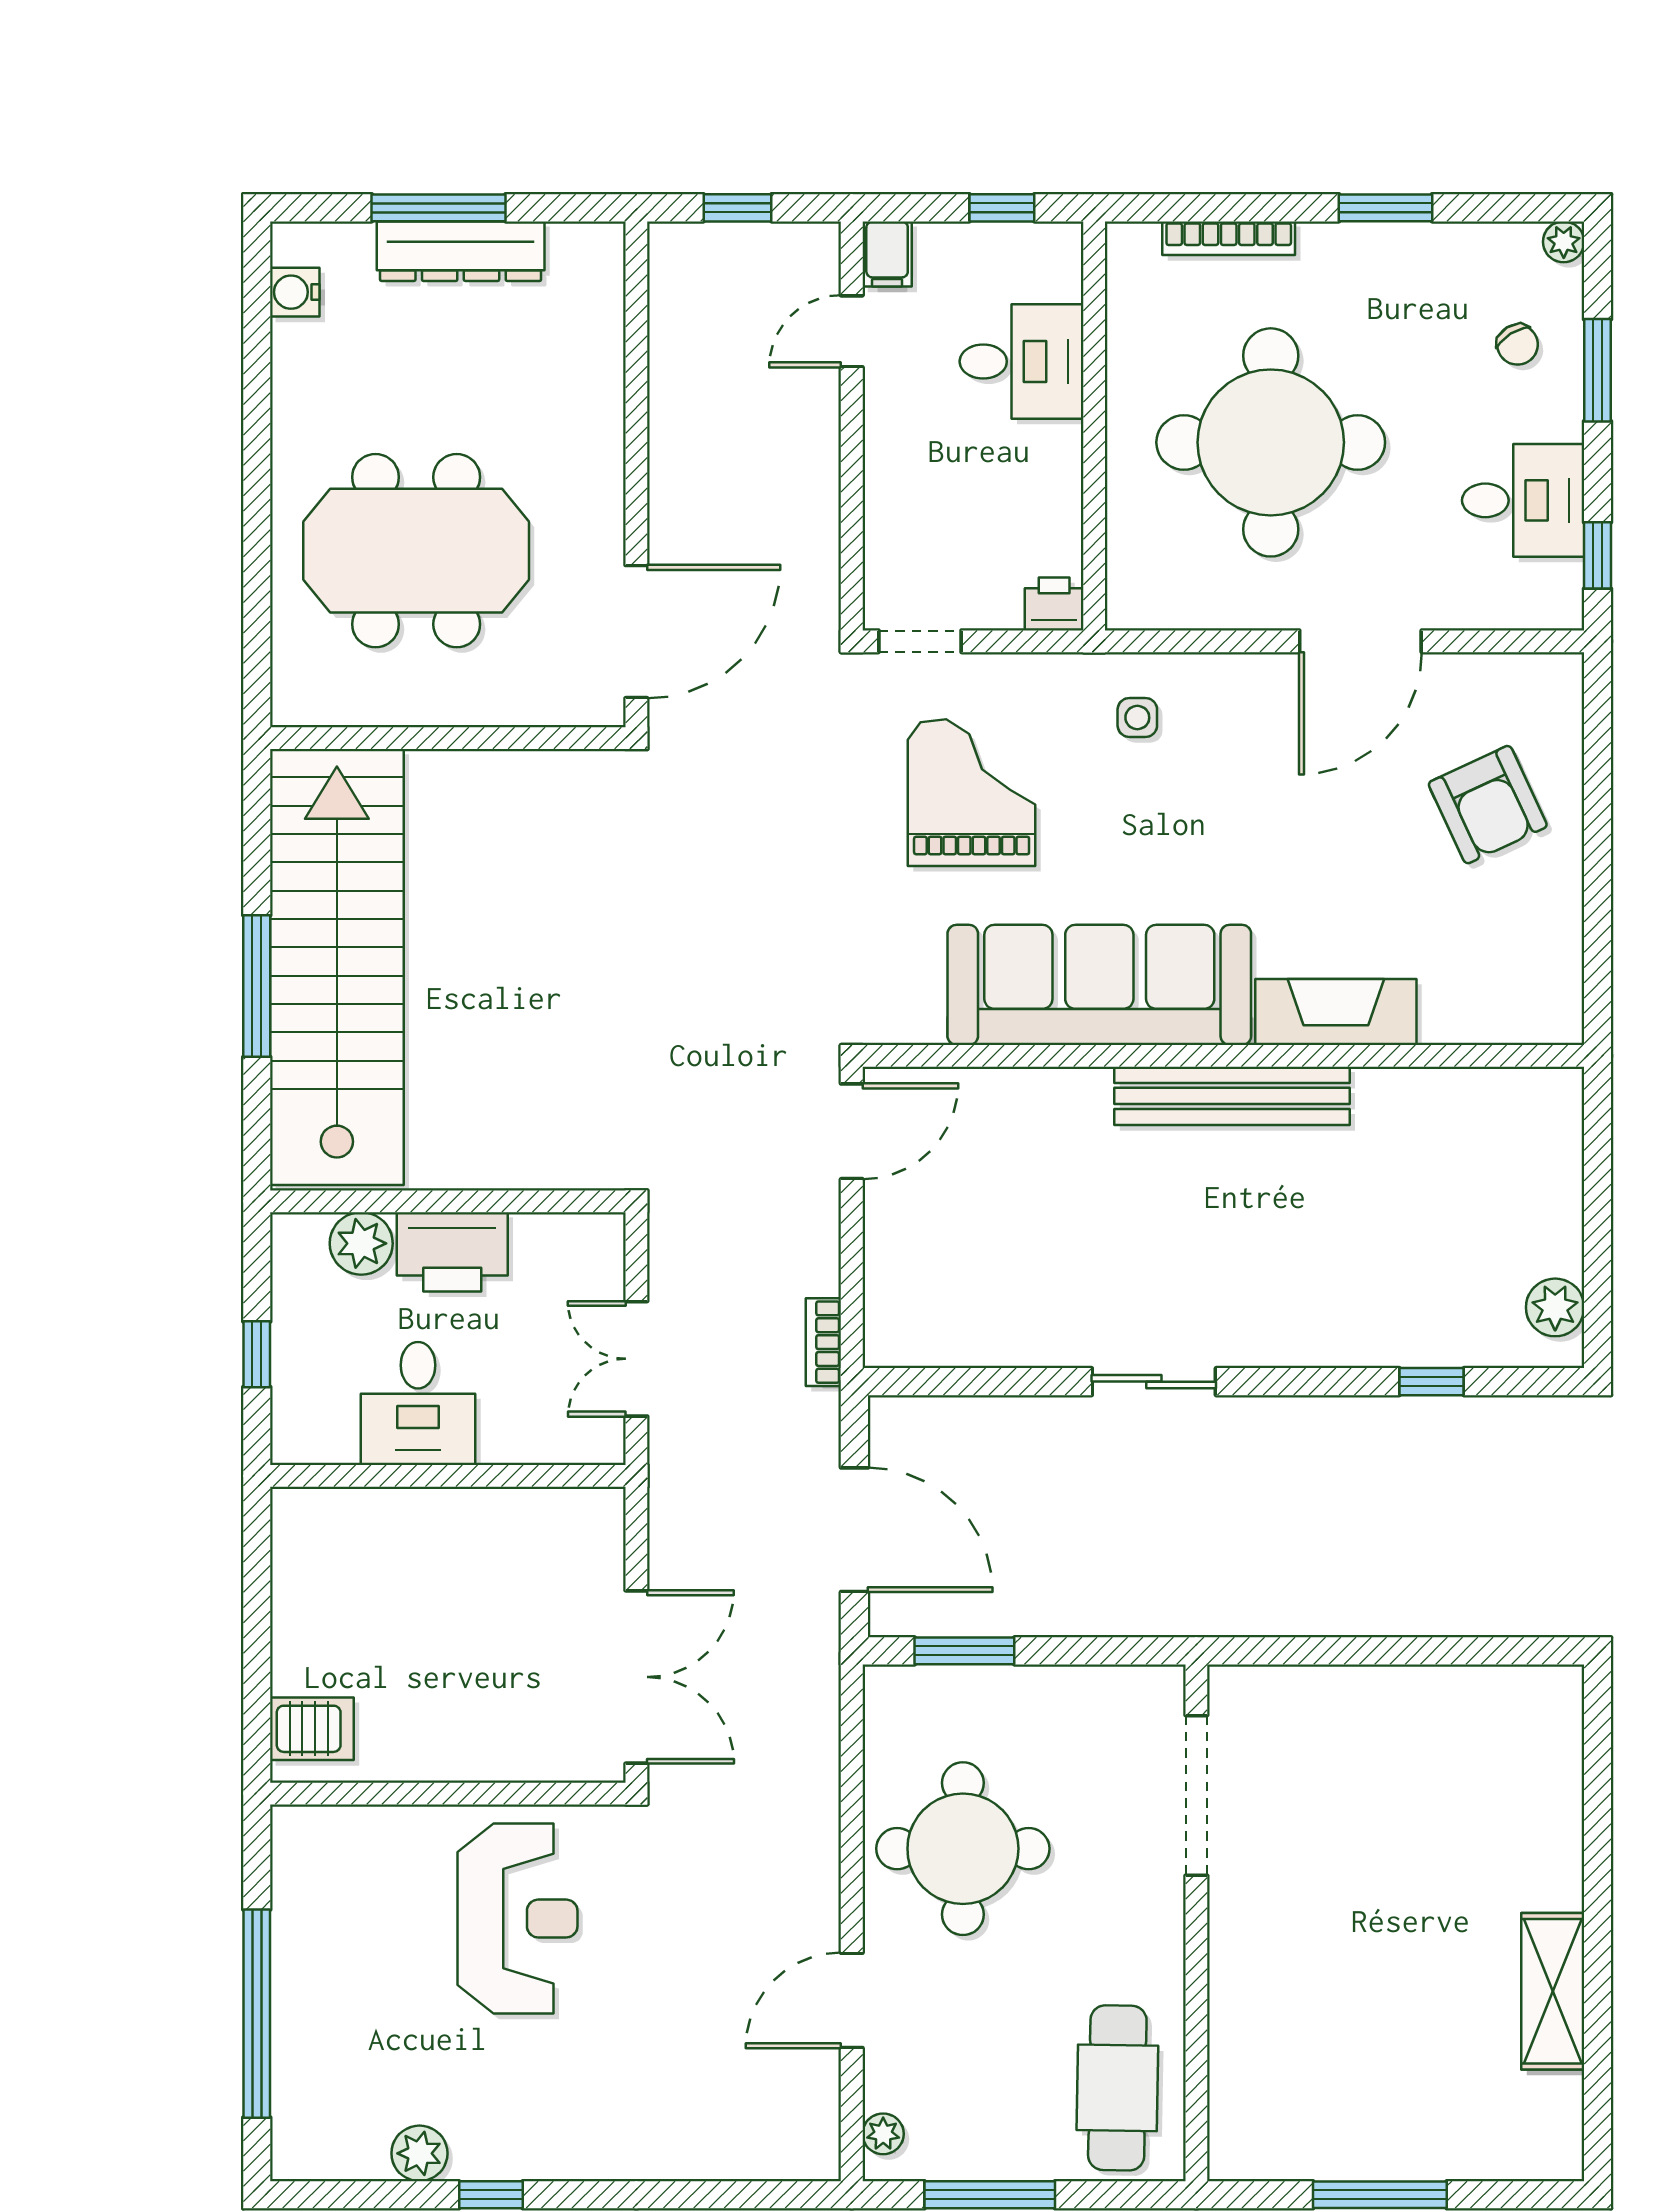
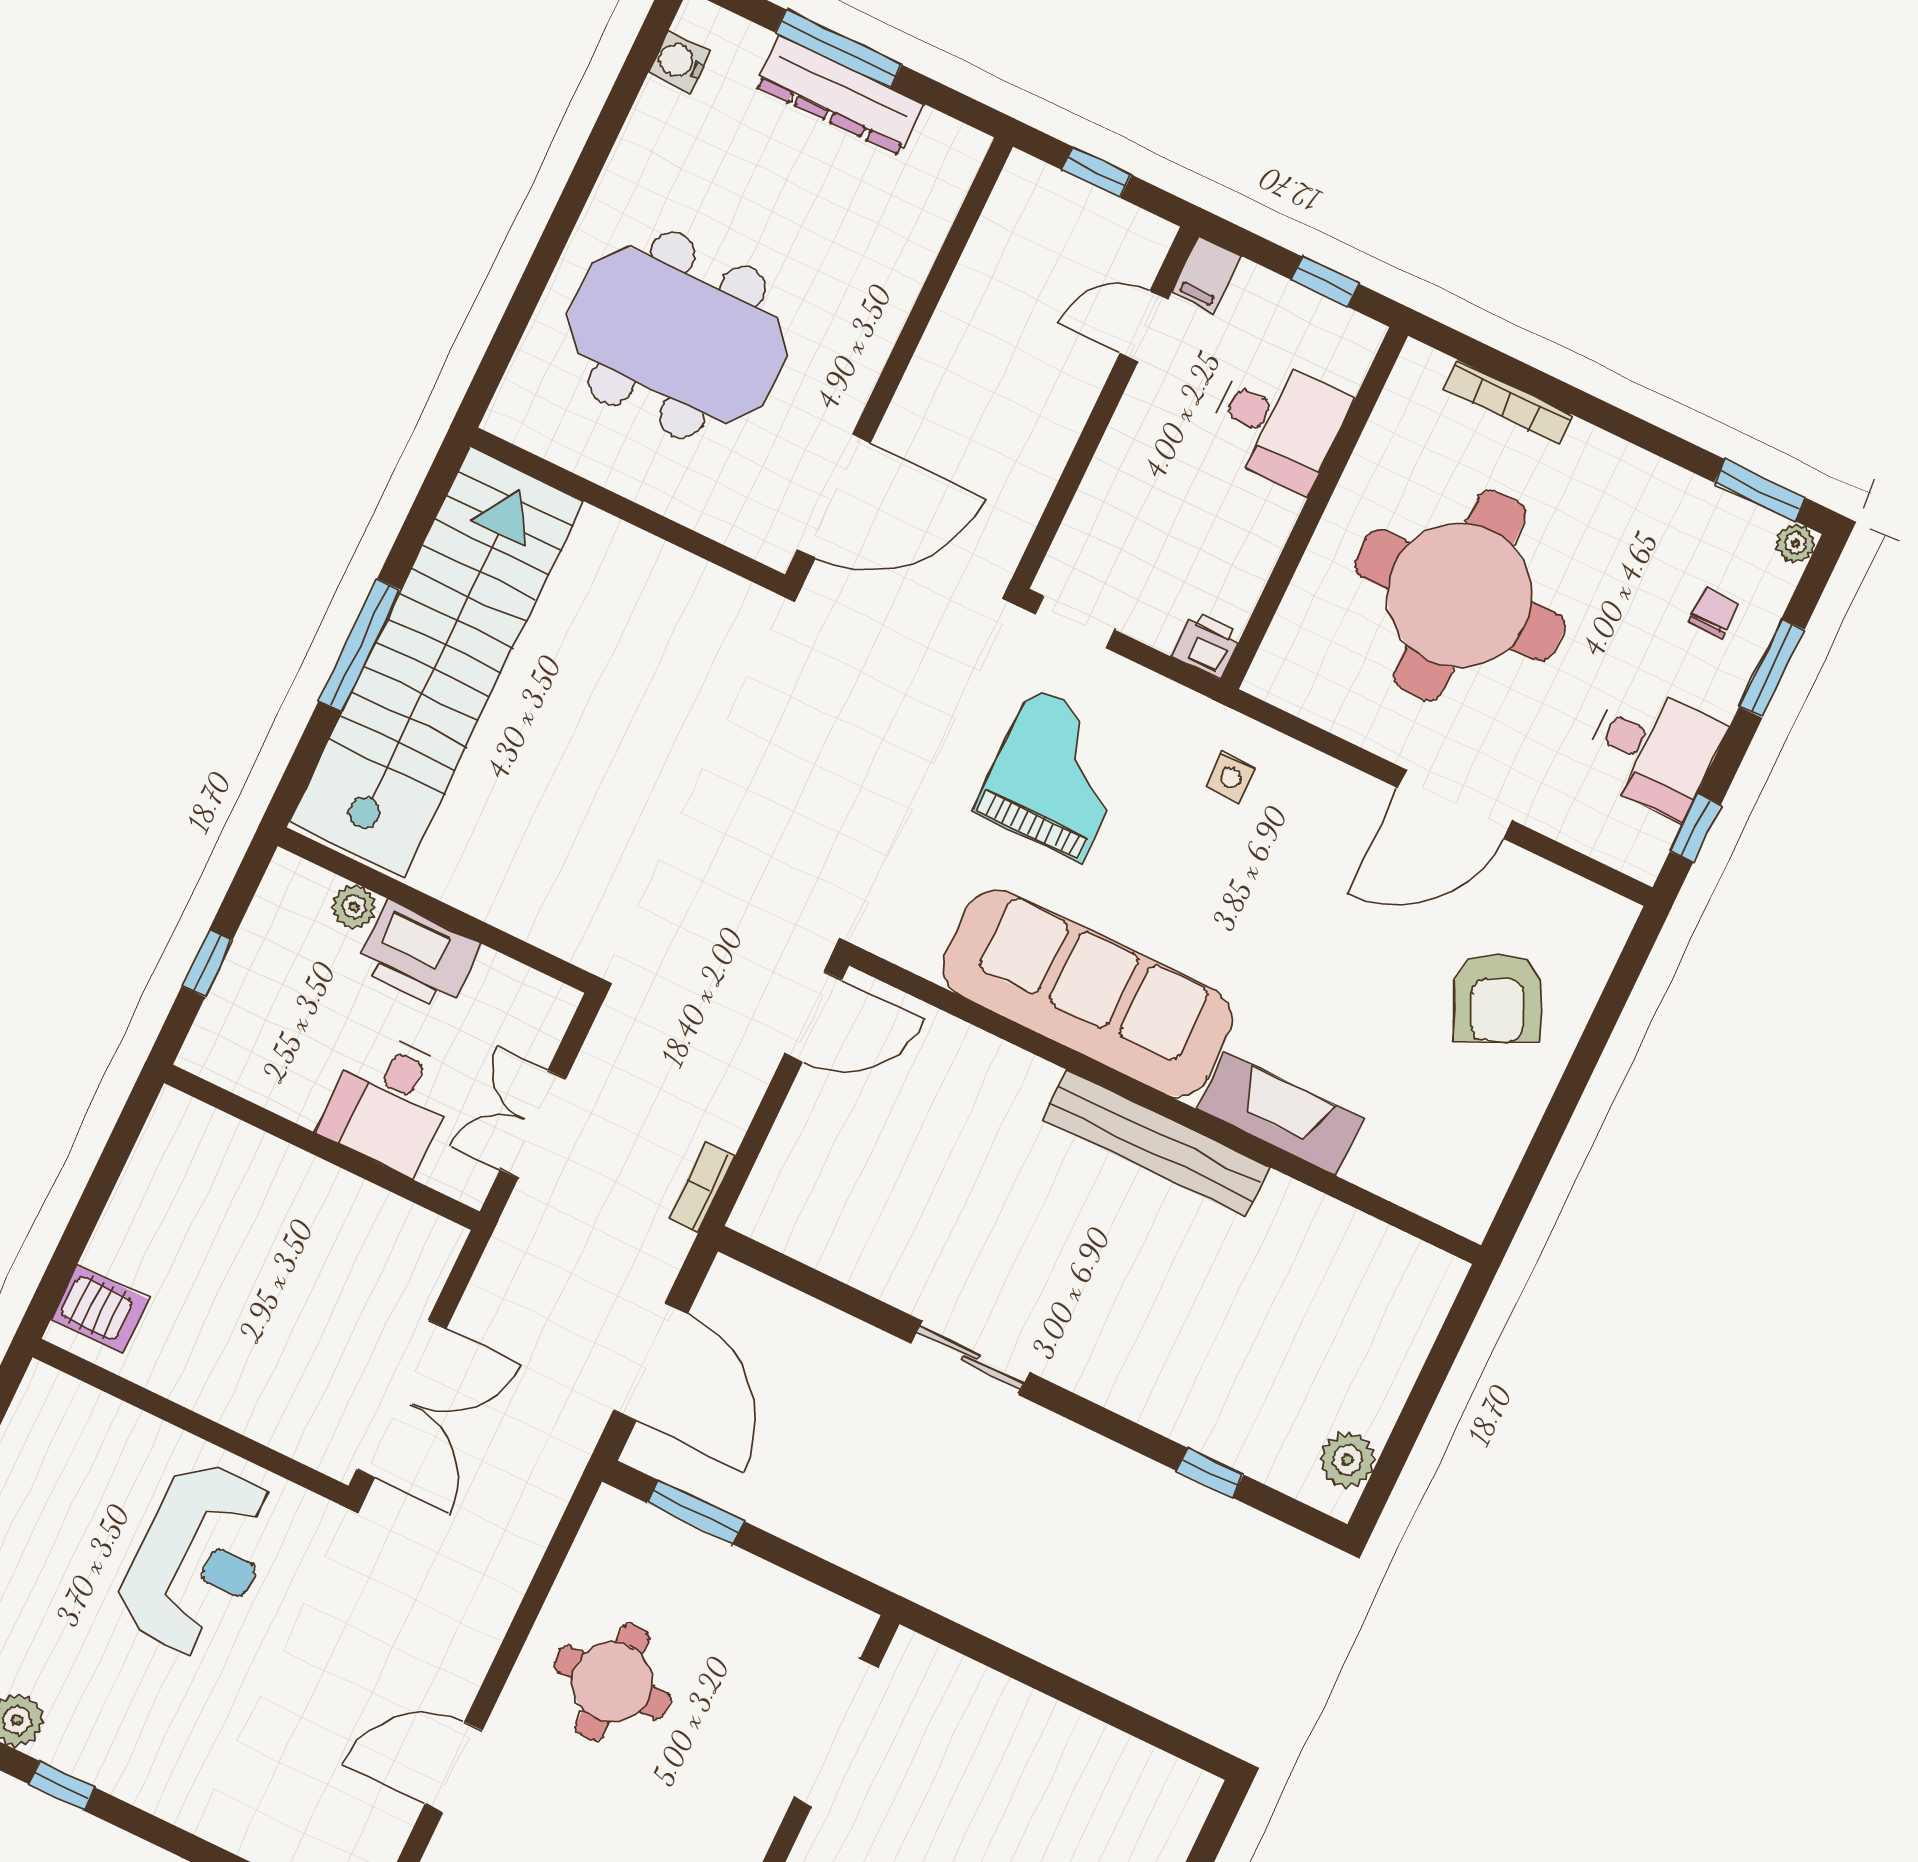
window: (1385, 208) -> (1760, 490), moved
chair: (1518, 345) -> (1713, 613), turned -148
plant: (361, 1243) -> (354, 907), width x0.73, depth x0.73
desk: (418, 1403) -> (390, 1103), moved
round table: (963, 1849) -> (612, 1682), width x0.73, depth x0.73

